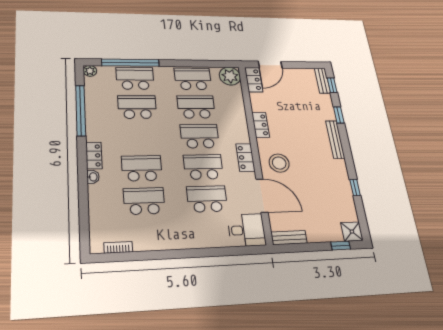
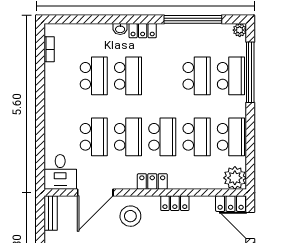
locker: (245, 157) -> (152, 181), moved

